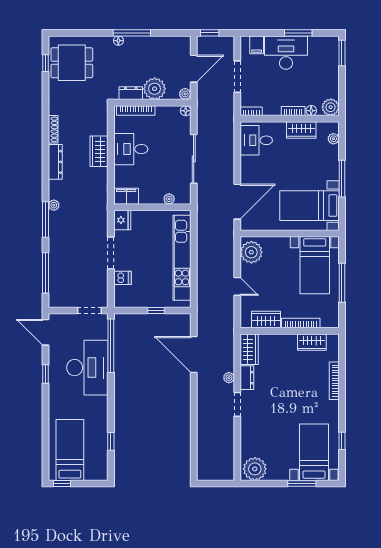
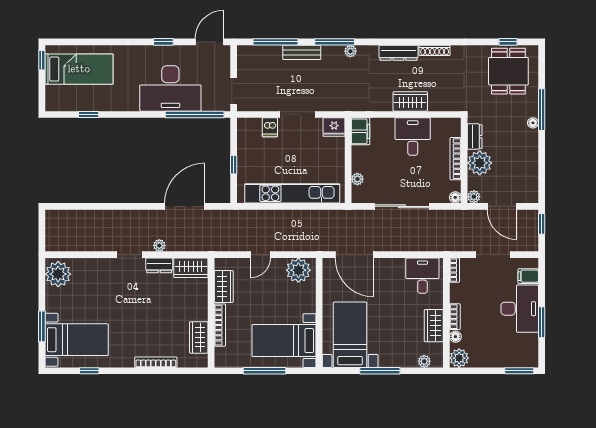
window: (132, 33) -> (542, 110), moved
bookcase: (136, 110) -> (456, 159), moved
bench: (55, 249) -> (302, 52), added

